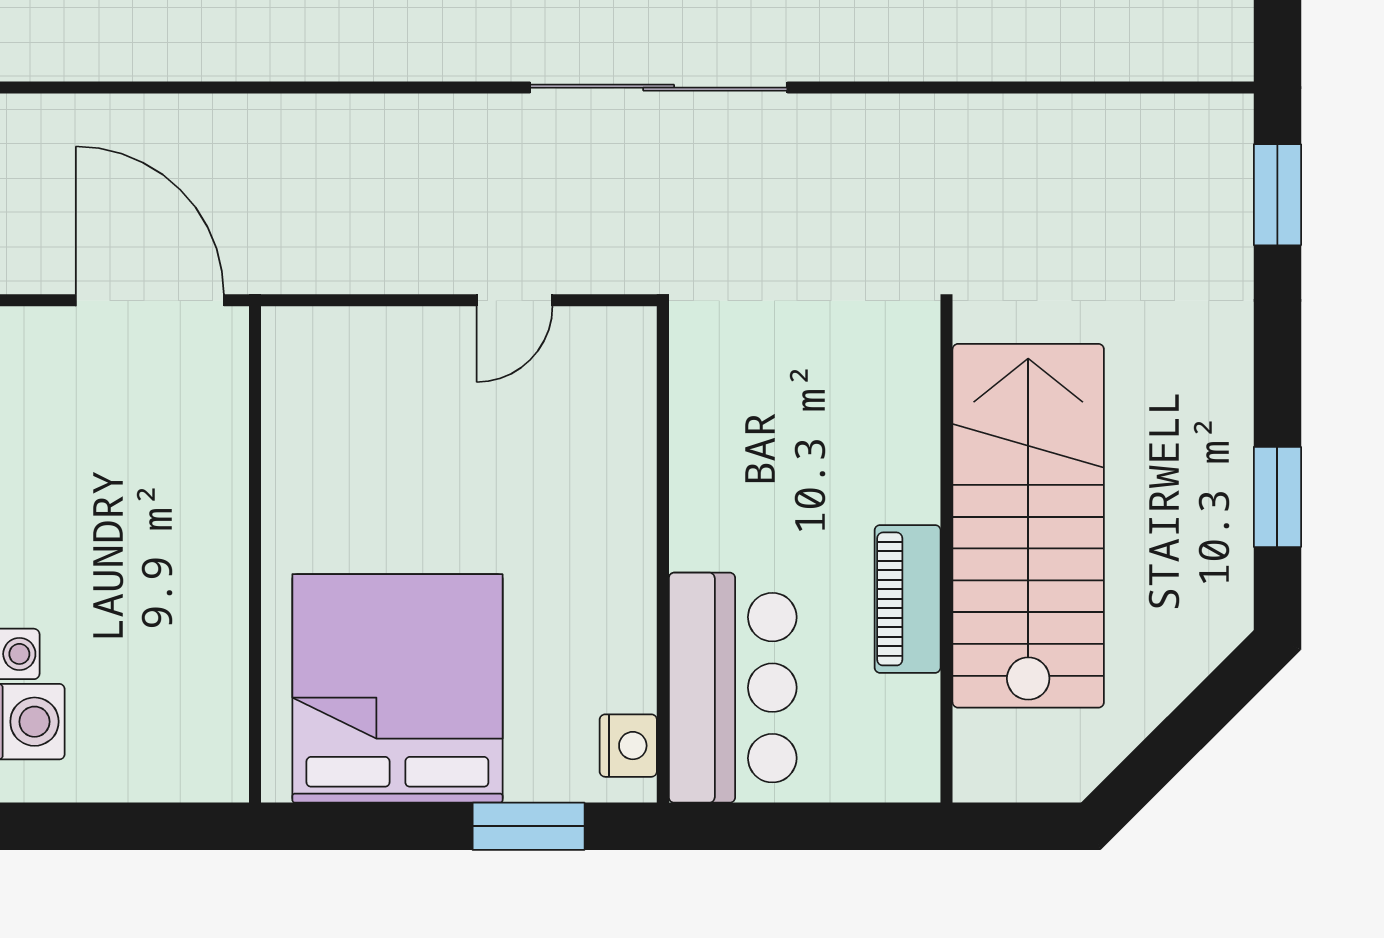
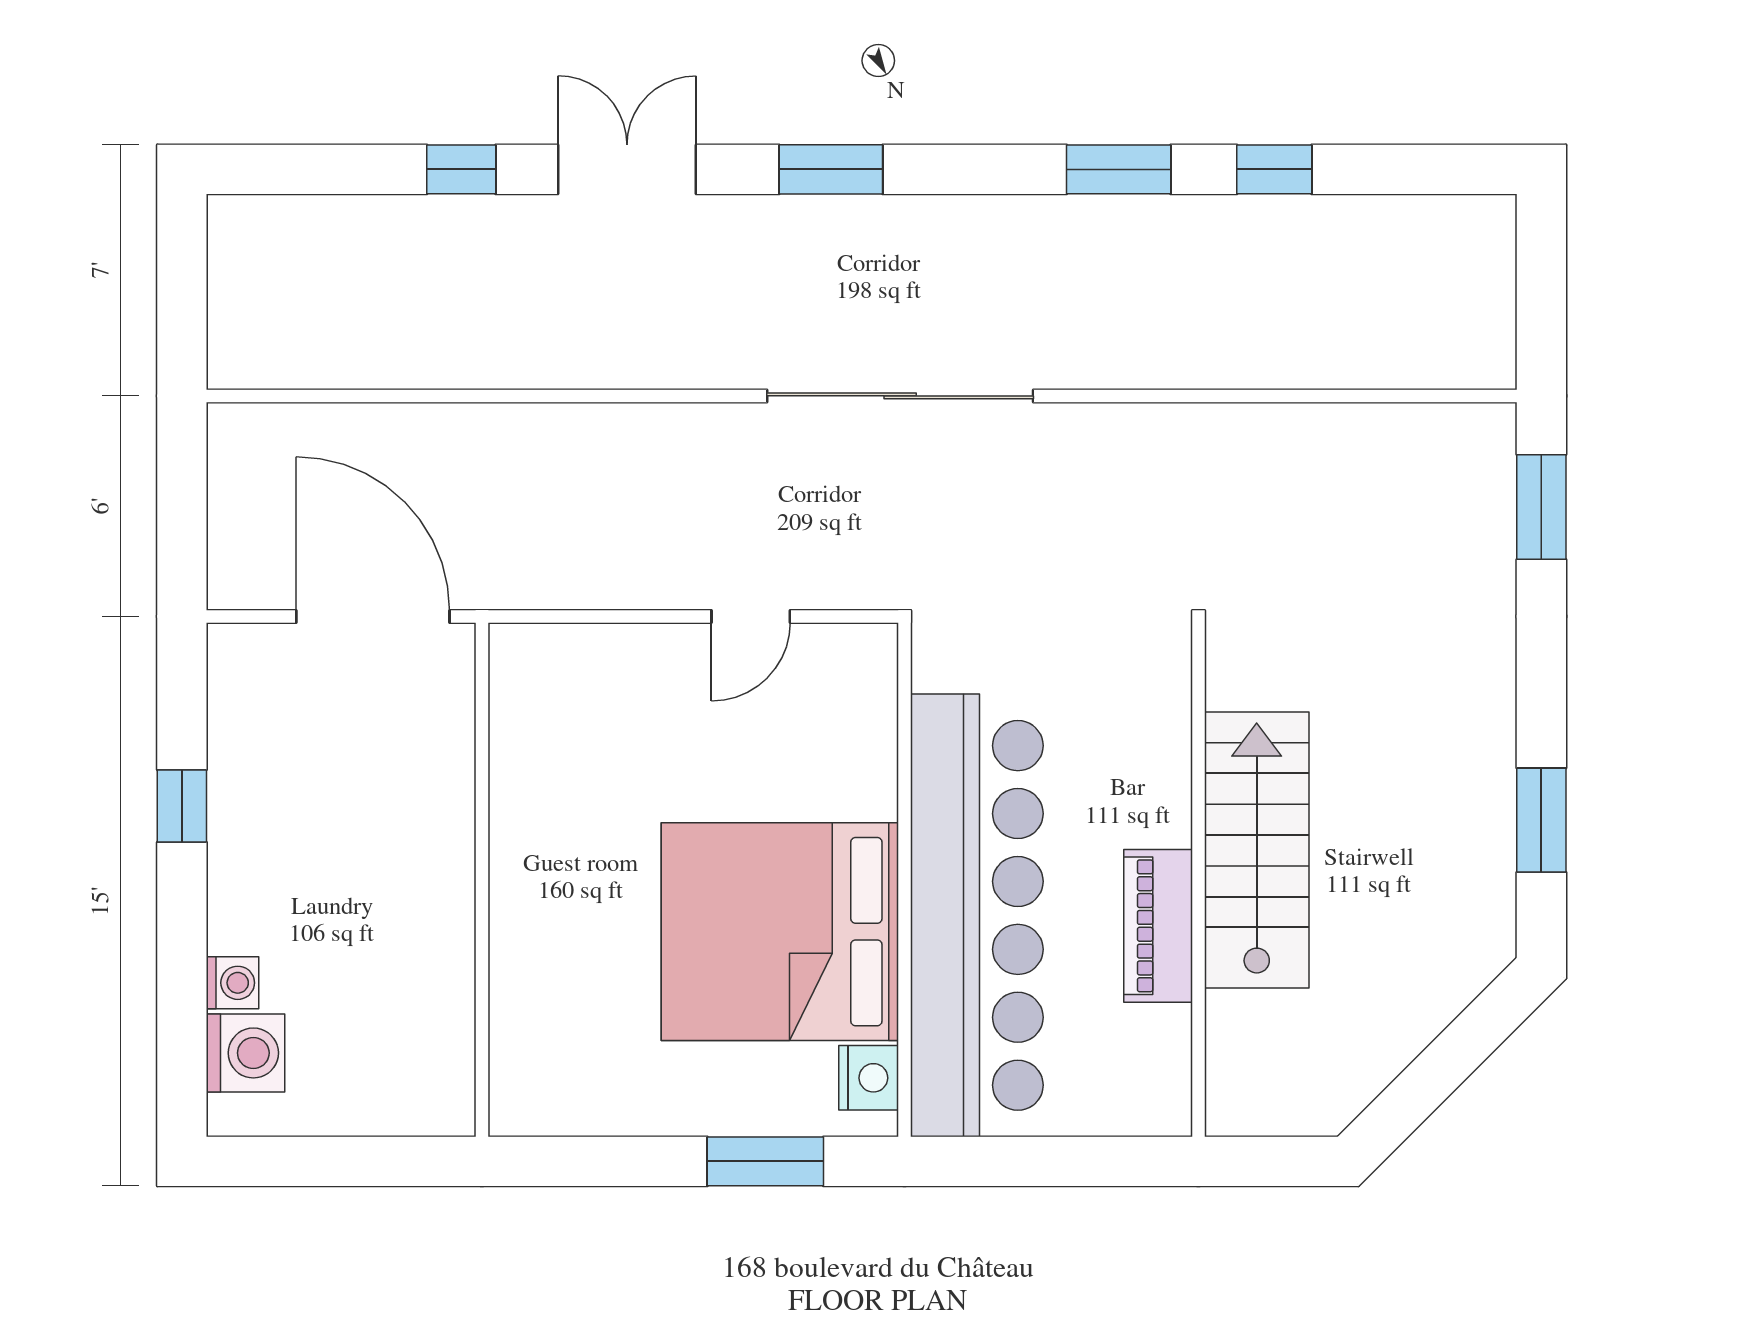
stairs: (1028, 526) -> (1257, 850), width x0.73, depth x0.66
bed: (397, 688) -> (780, 932), moved, turned -90
bar counter: (733, 688) -> (977, 915), width x1.86

